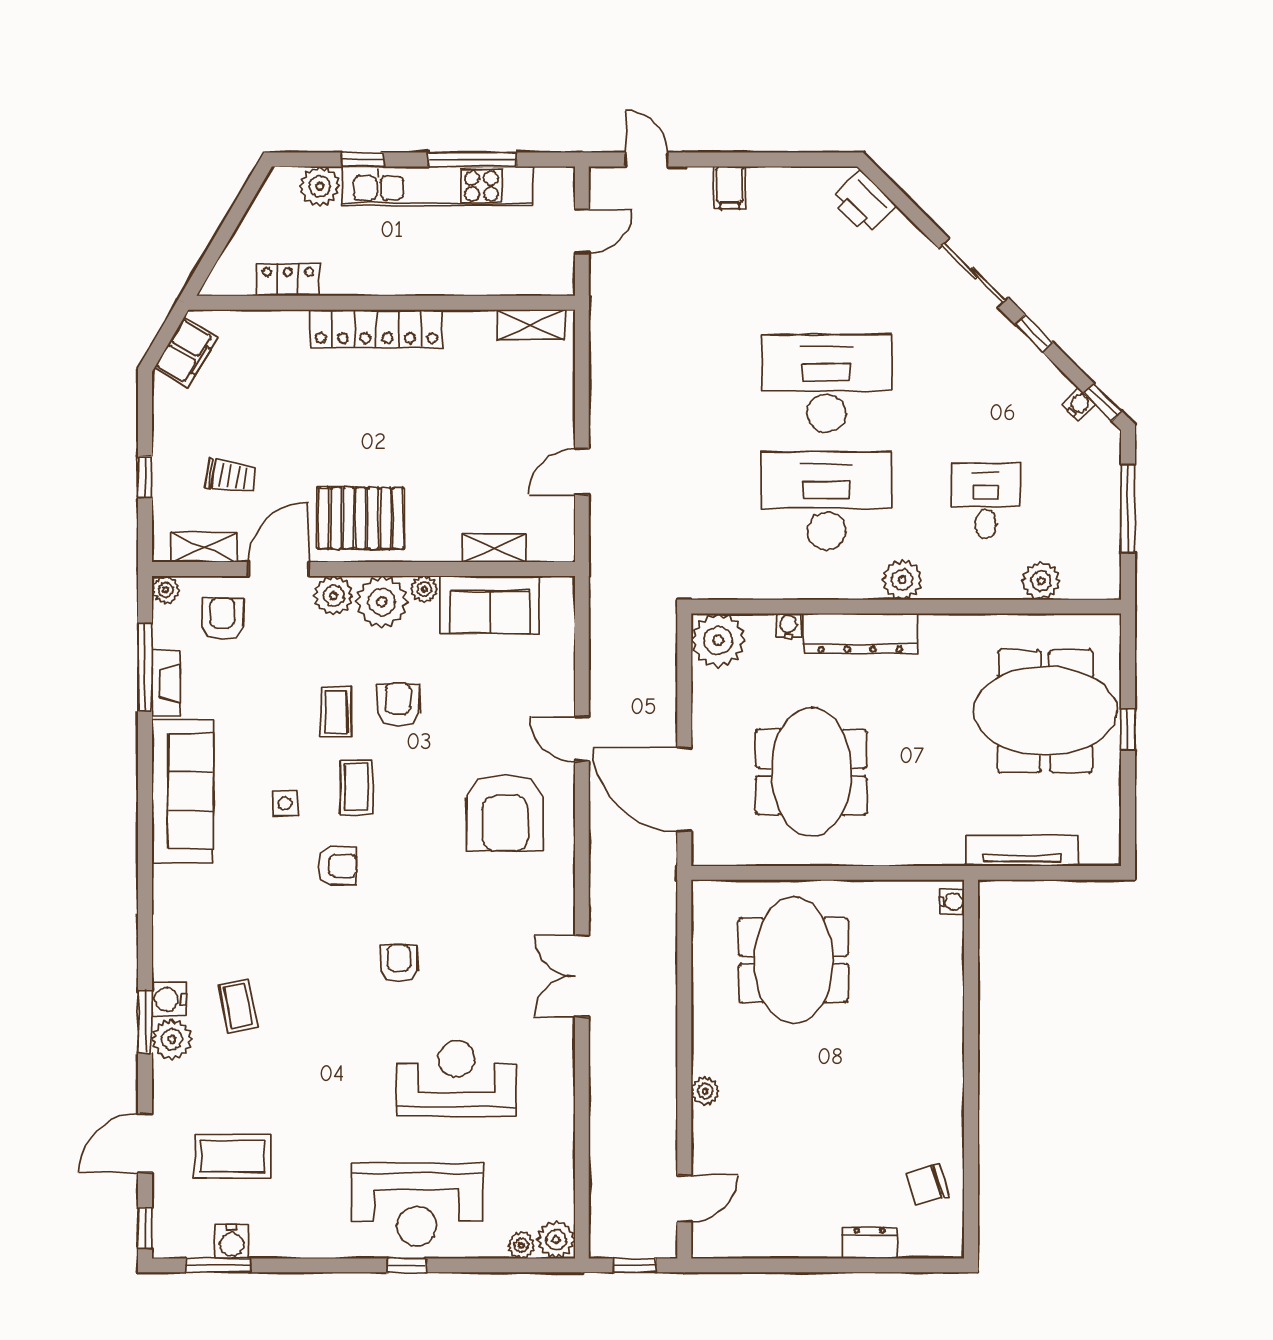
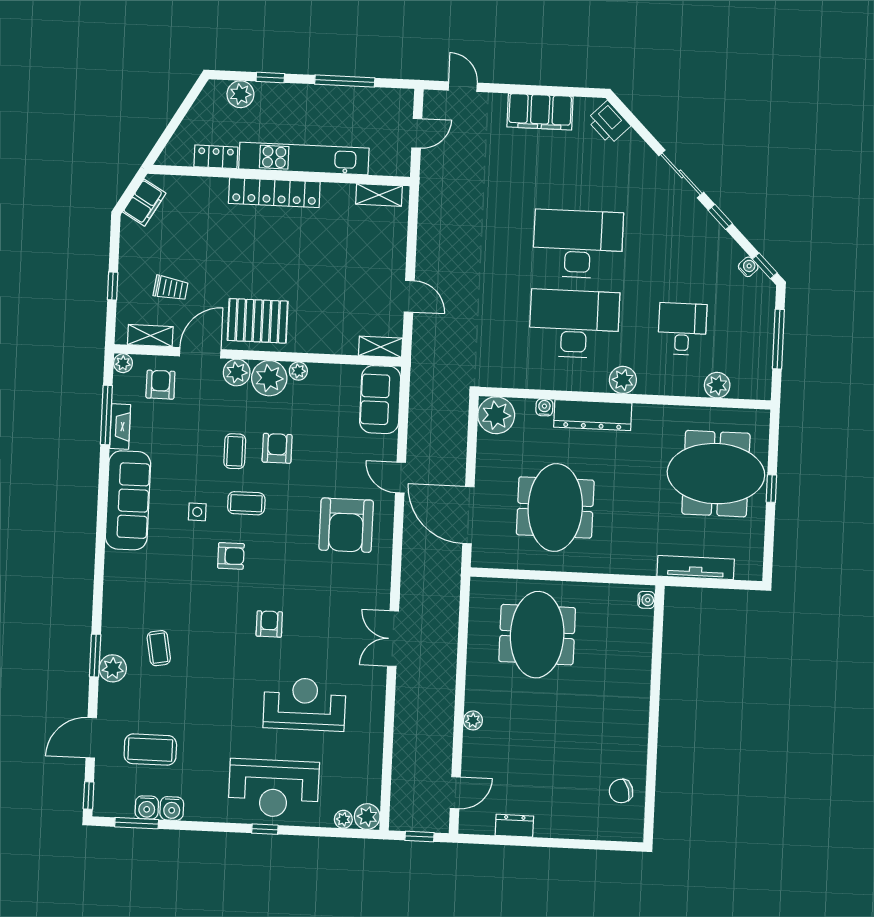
kitchen unit: (438, 186) -> (304, 159), moved, turned 180
filing cabinet: (730, 188) -> (540, 112), width x3.00, depth x1.17
door: (582, 472) -> (409, 296), swing flipped
shelving: (494, 548) -> (380, 347), moved
sofa: (490, 605) -> (380, 400), moved, turned 90
coffee table: (357, 787) -> (246, 503), turned 90
water cooler: (169, 999) -> (172, 808), moved, turned -90
dresser: (870, 1243) -> (514, 826), moved

